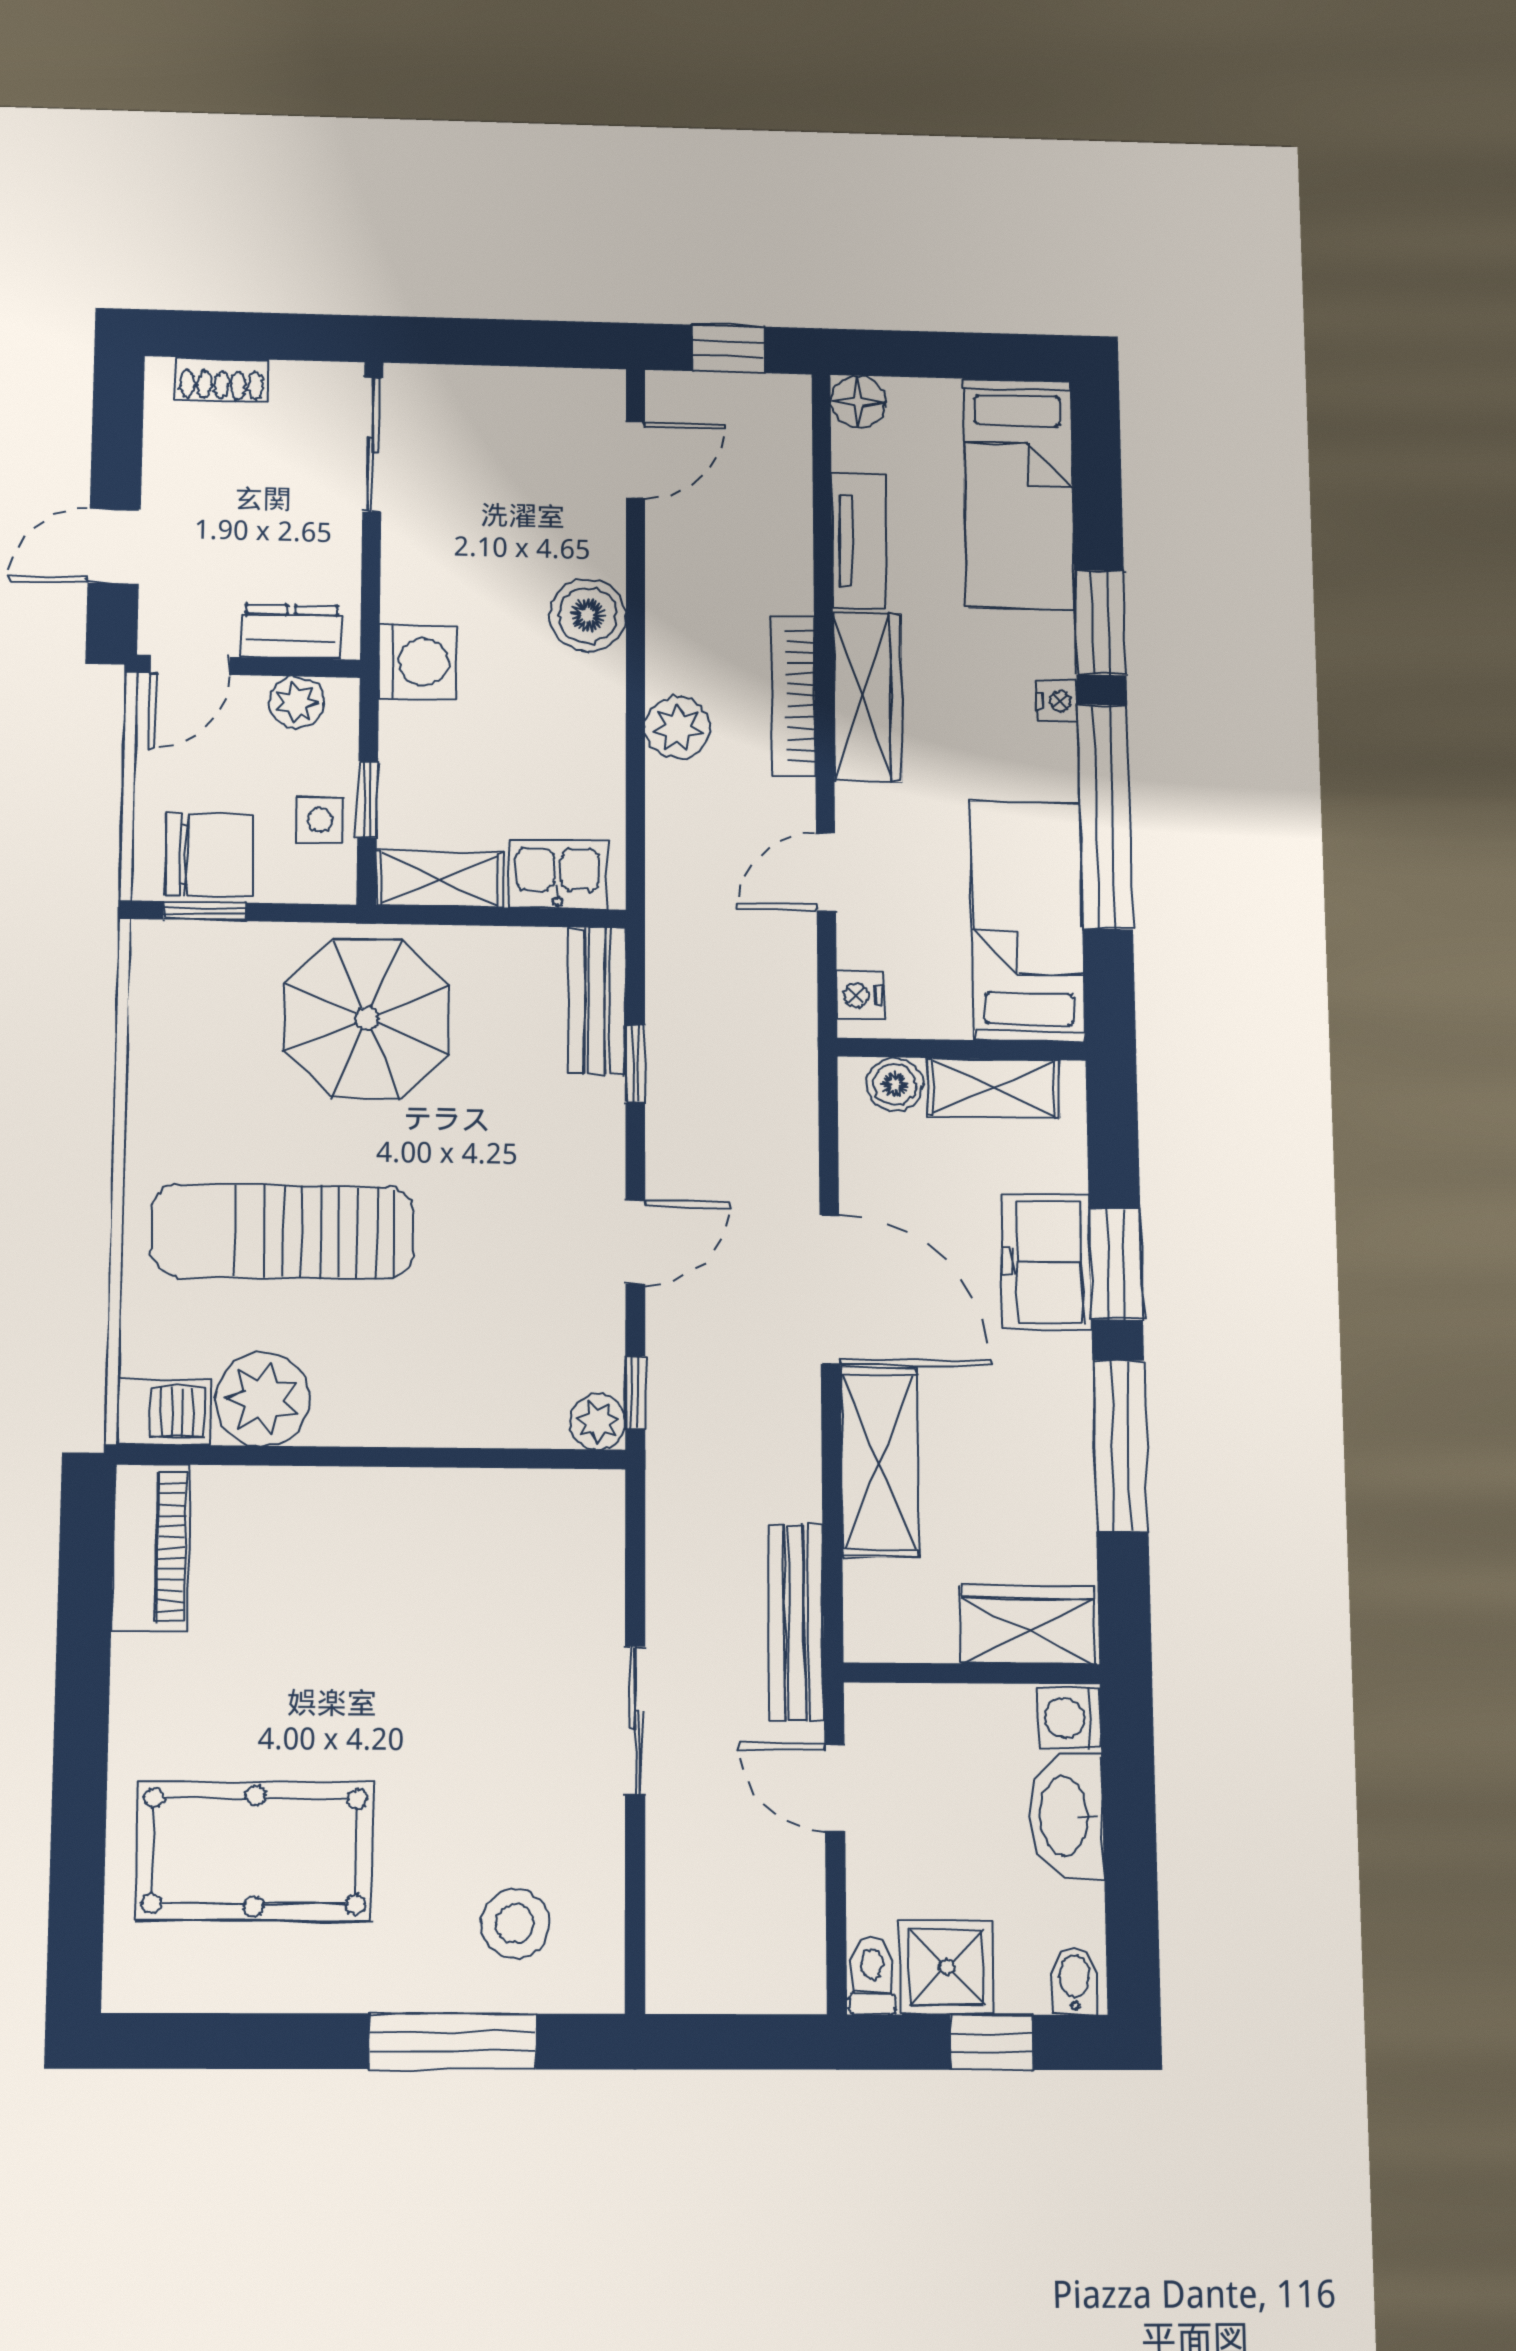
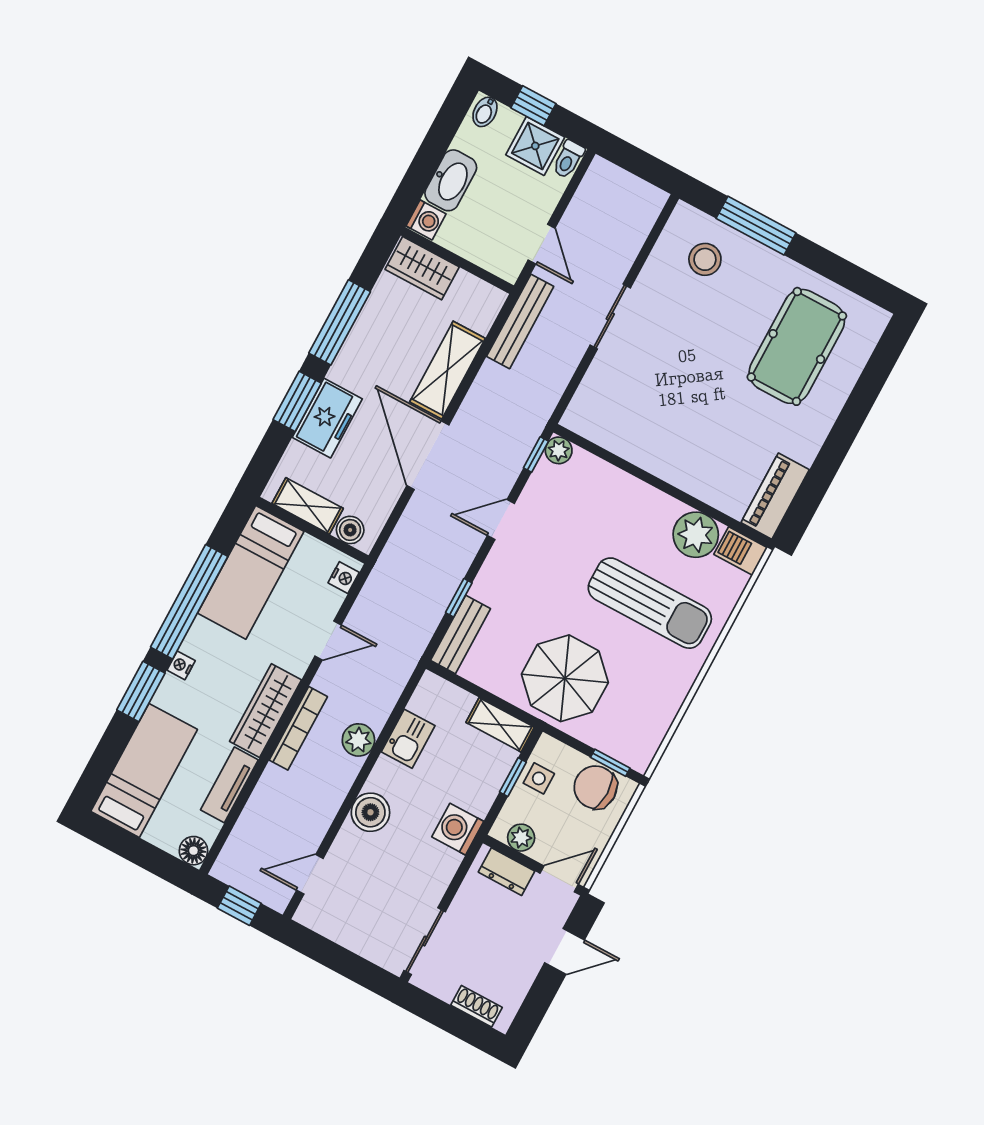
kitchen sink: (558, 874) -> (408, 739), moved, turned -90
pool table: (255, 1851) -> (797, 346), turned 90

